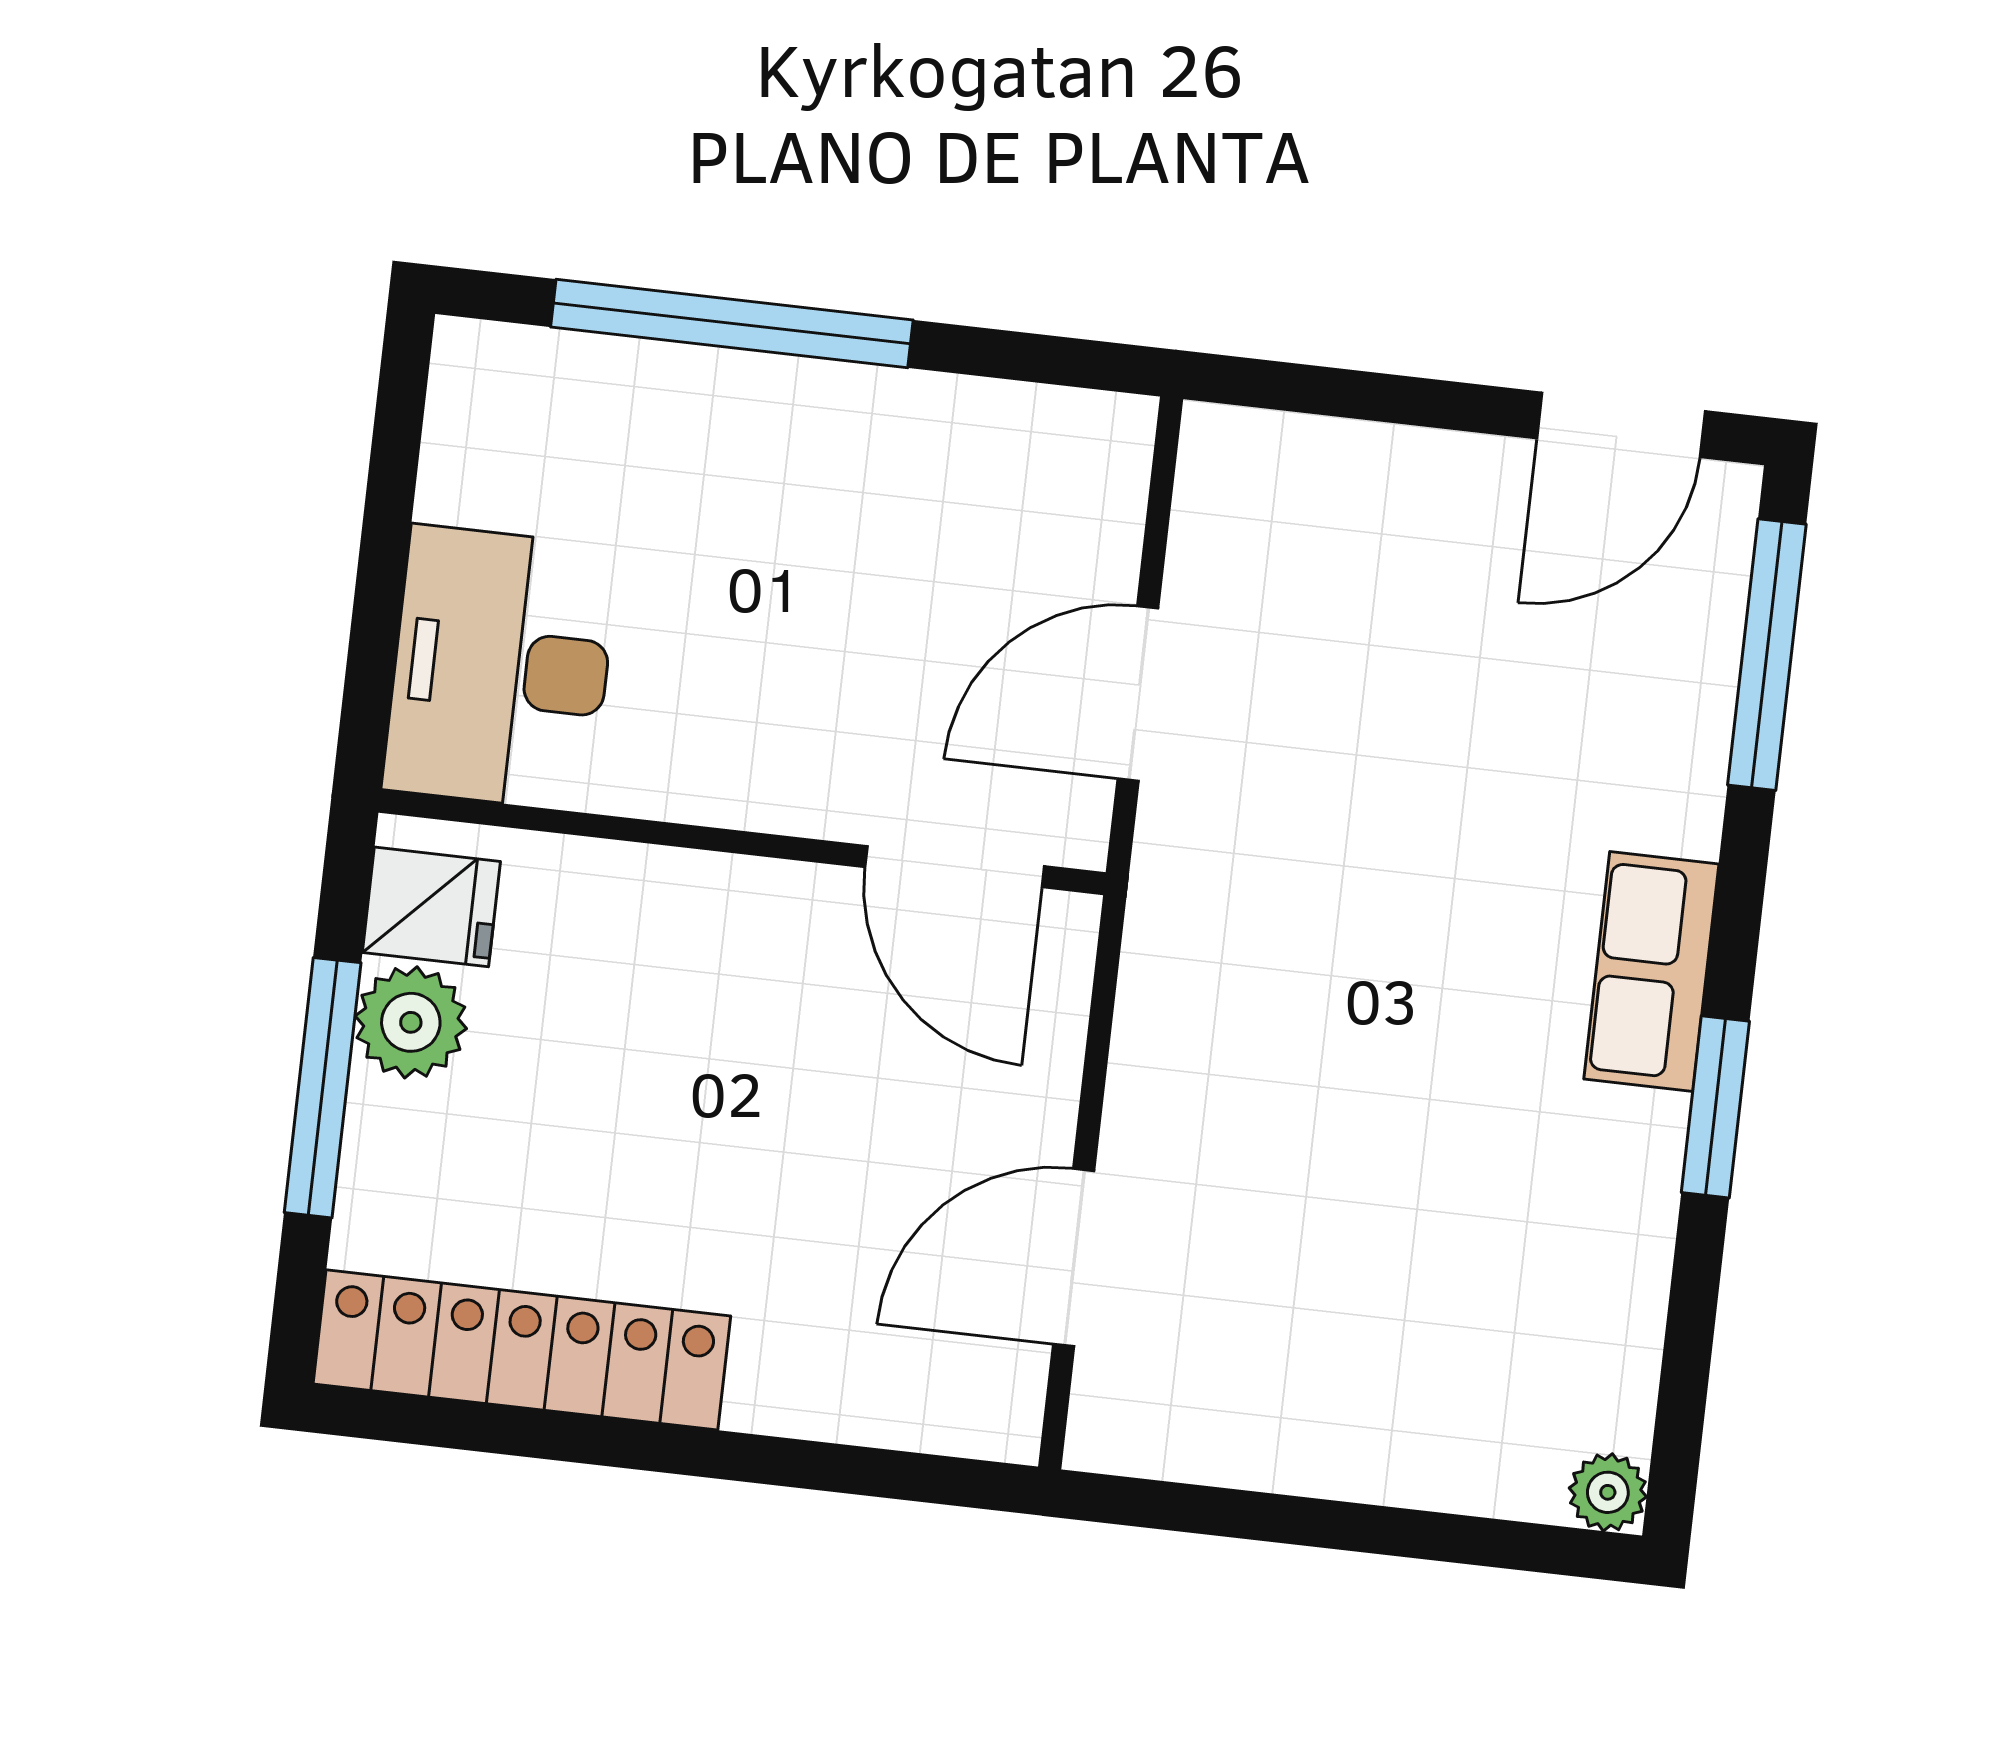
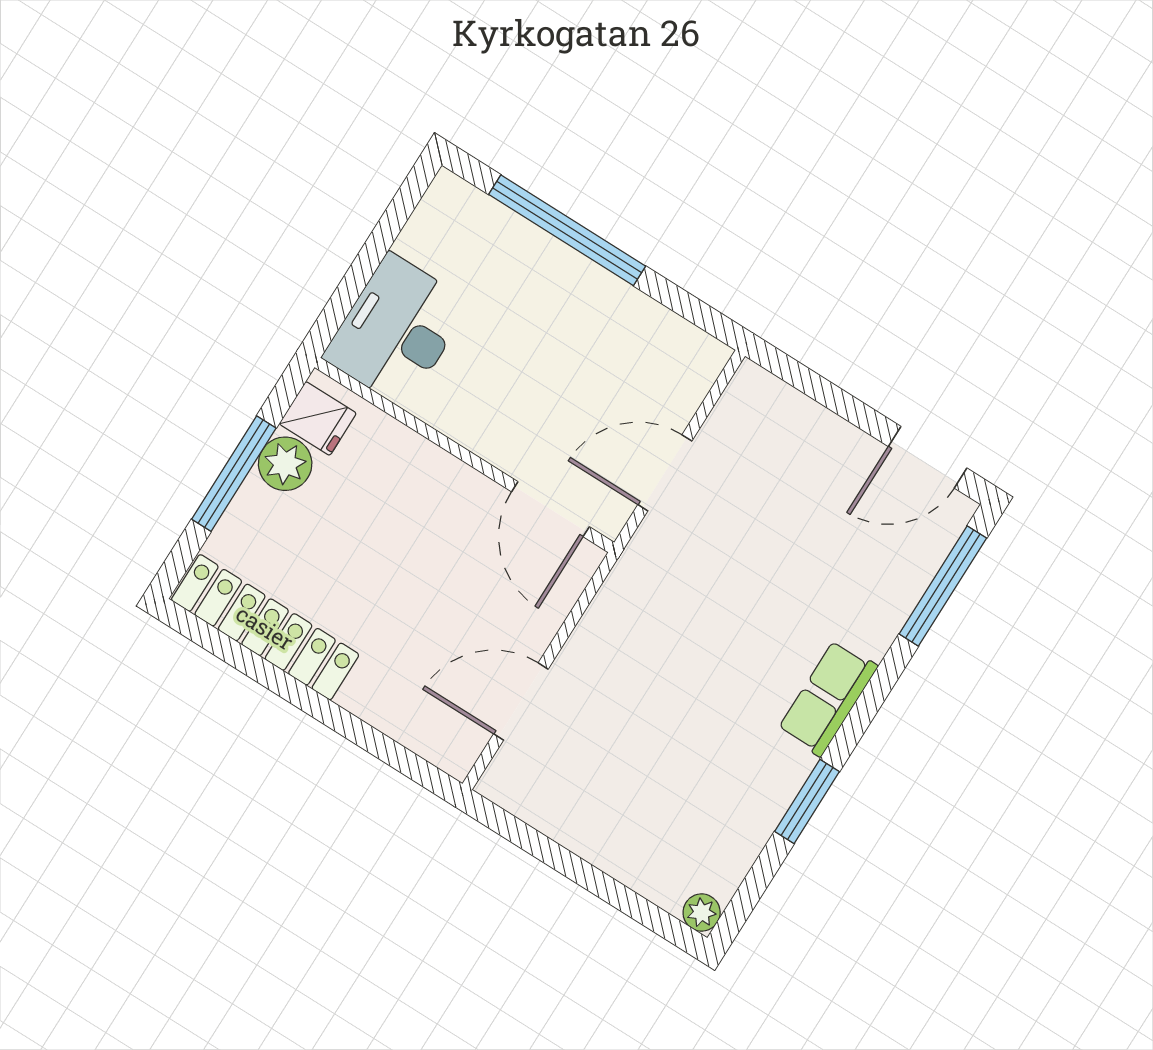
window: (1715, 1107) -> (807, 801), moved

